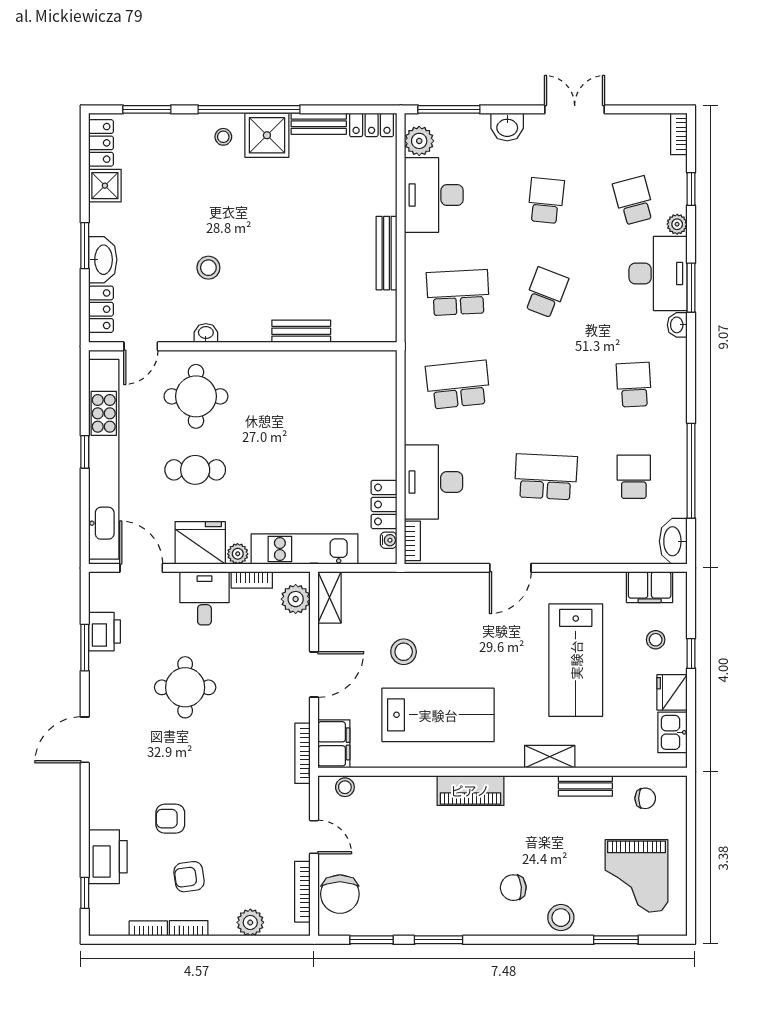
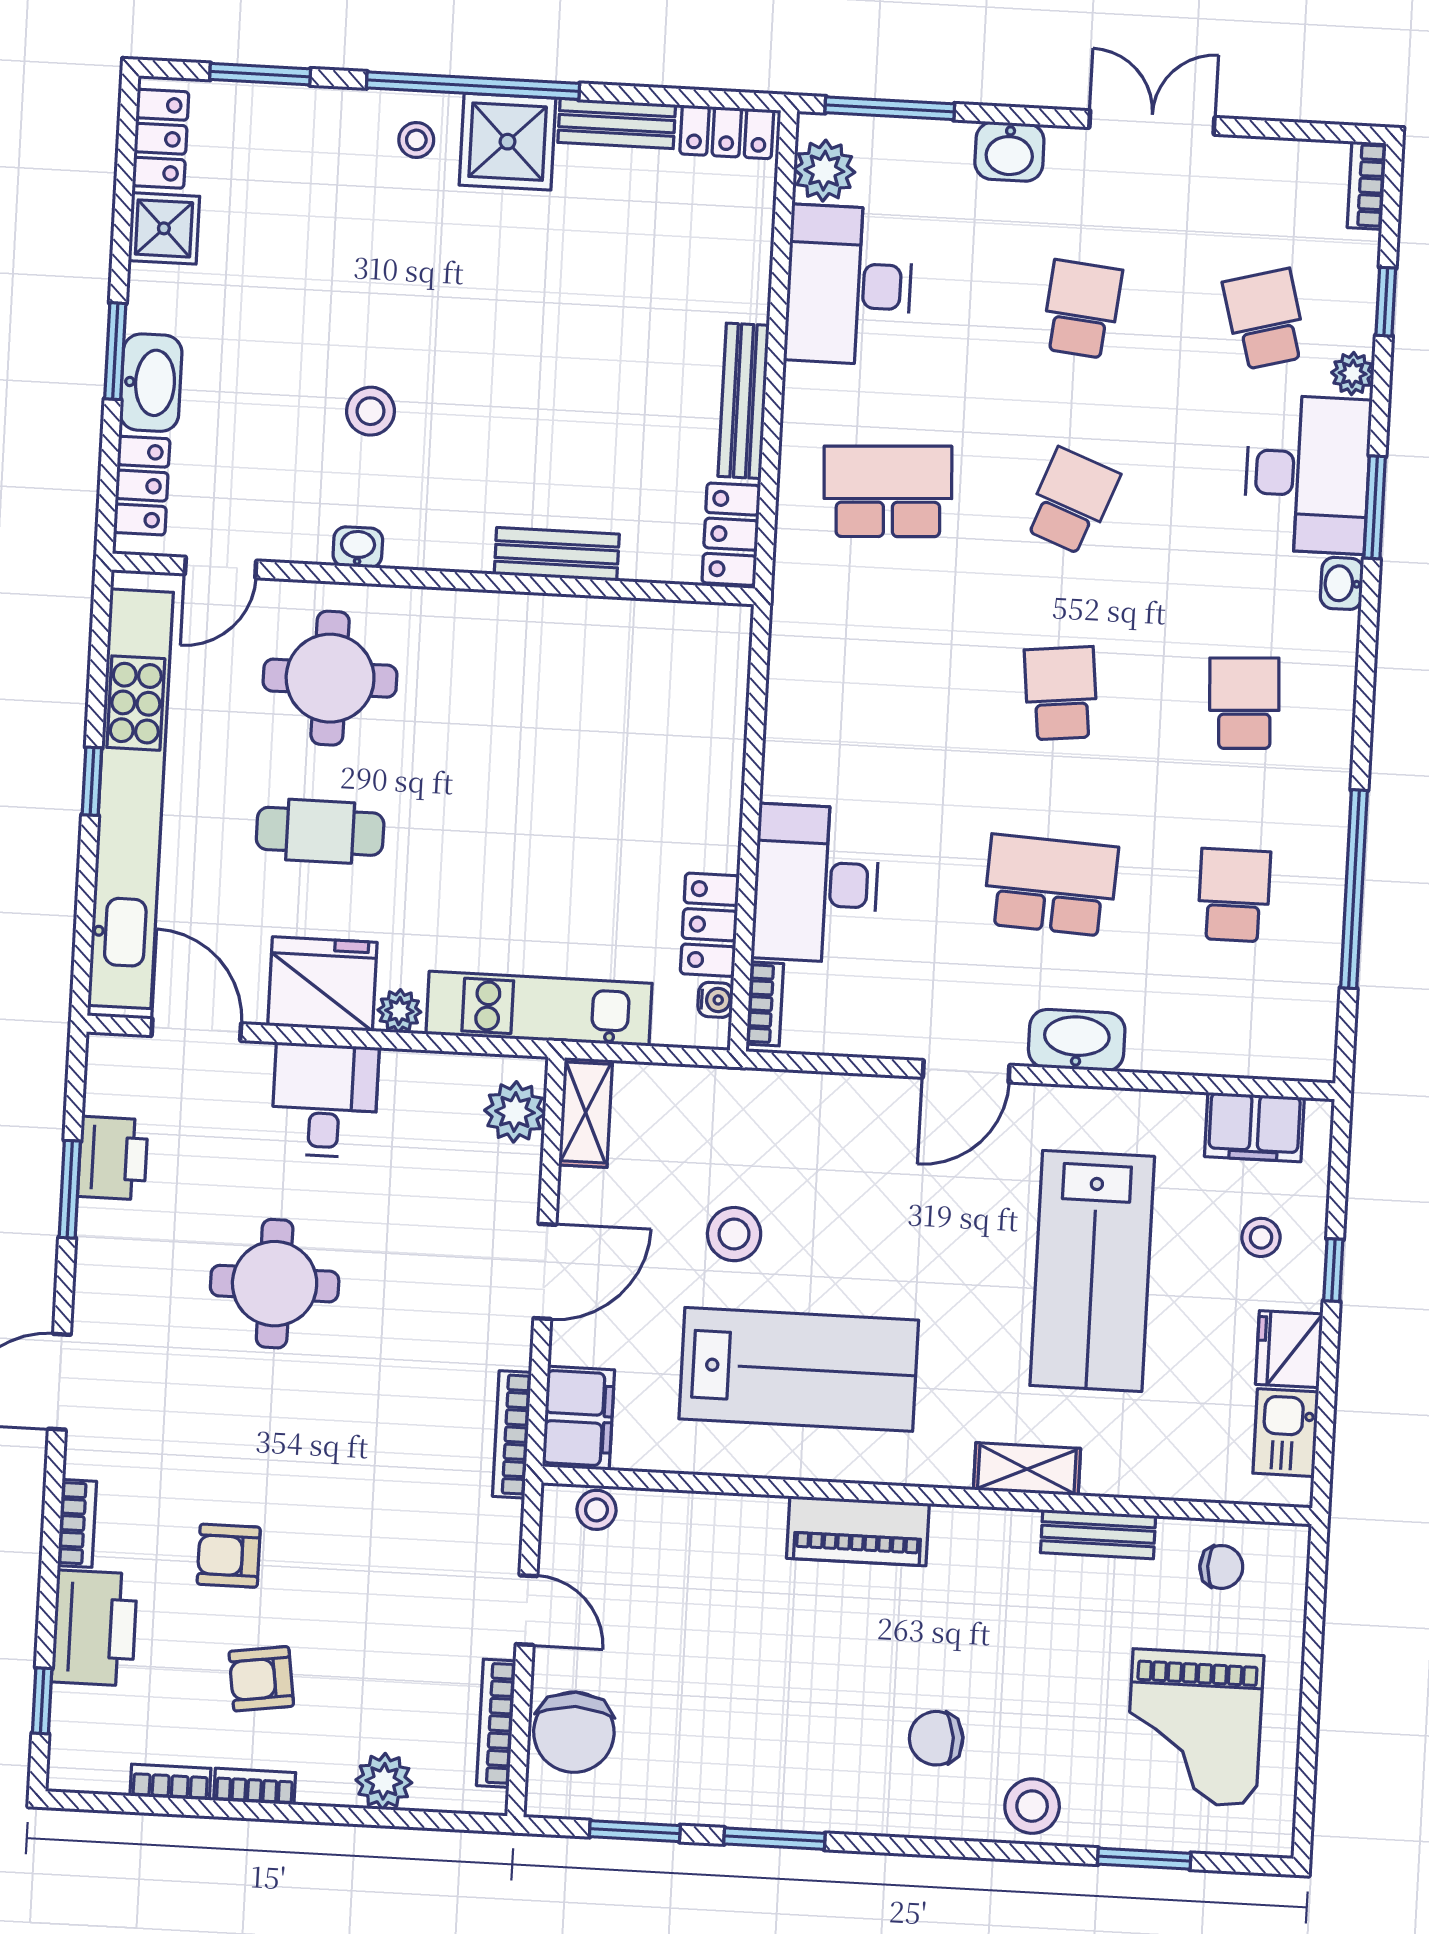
locker: (384, 317) -> (731, 534), added
school desk: (458, 385) -> (1061, 693), moved, width x0.54
washbasin: (673, 541) -> (1077, 1040), moved, turned 90
bookcase: (252, 580) -> (77, 1523), moved, turned -90

